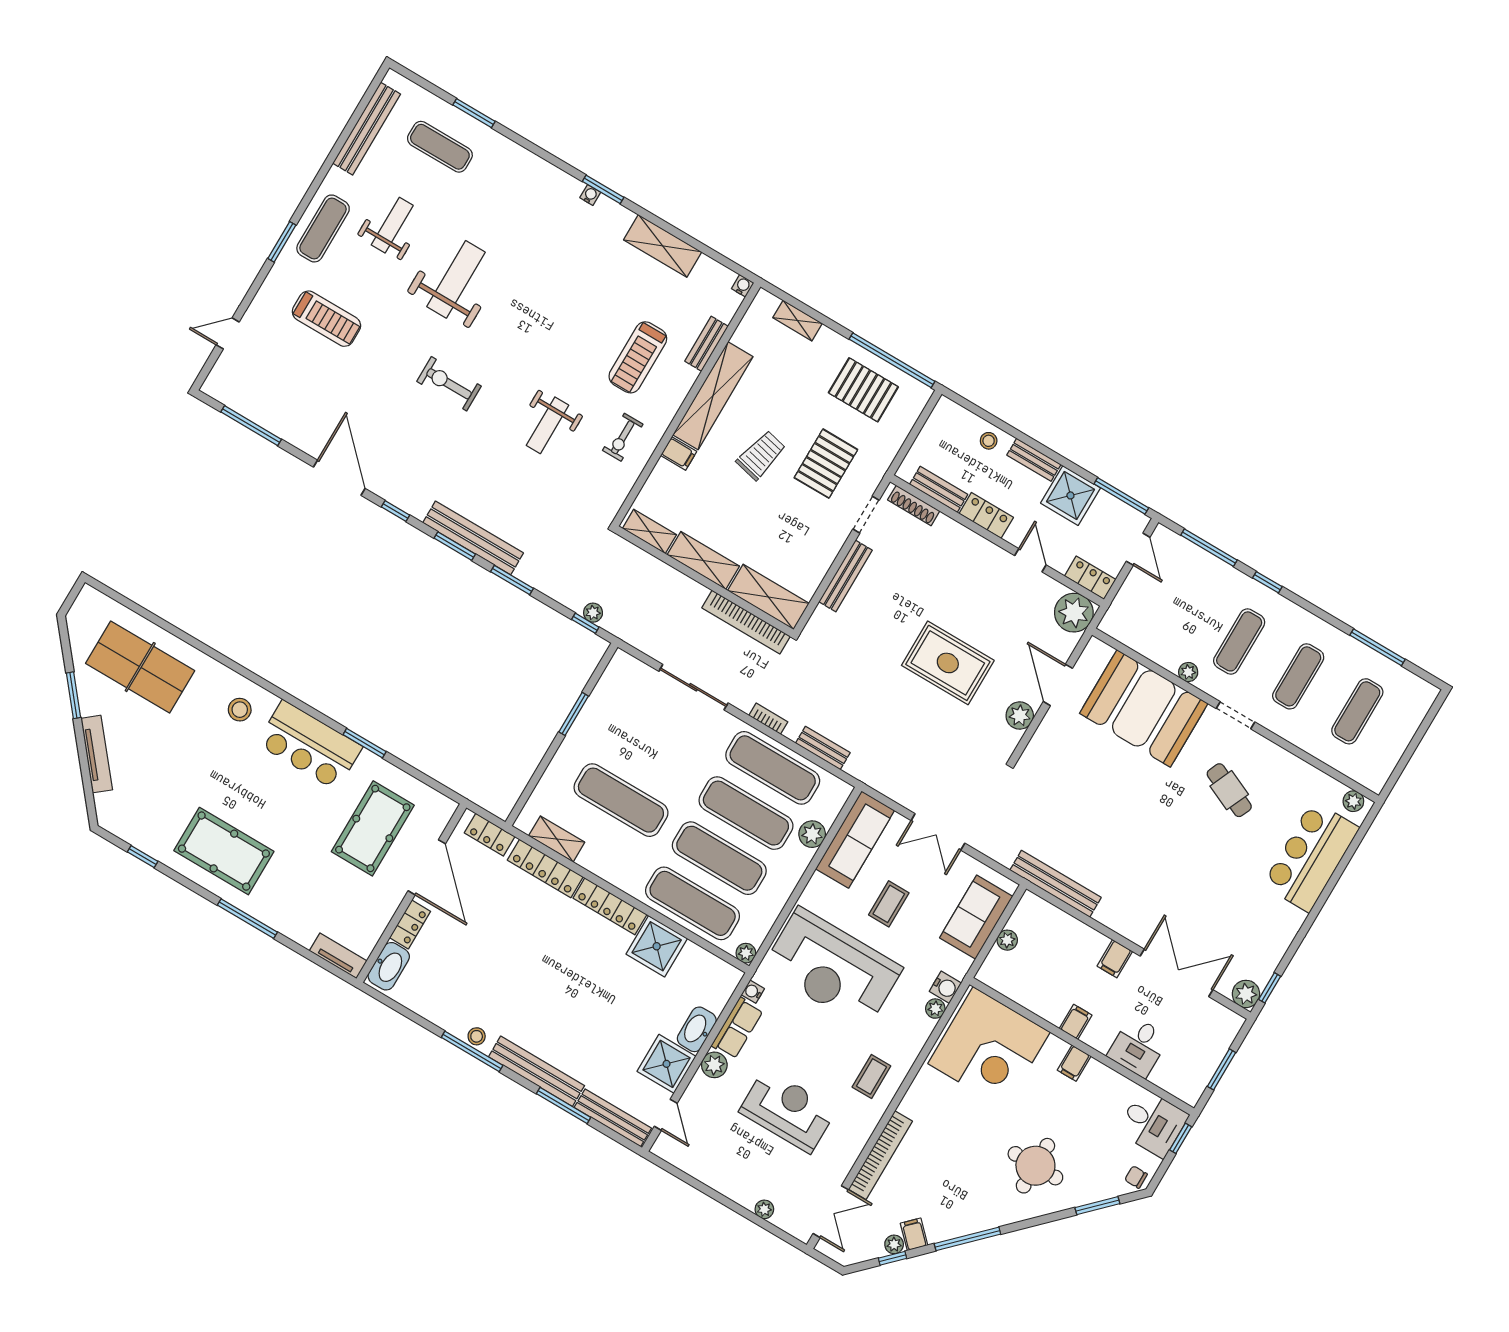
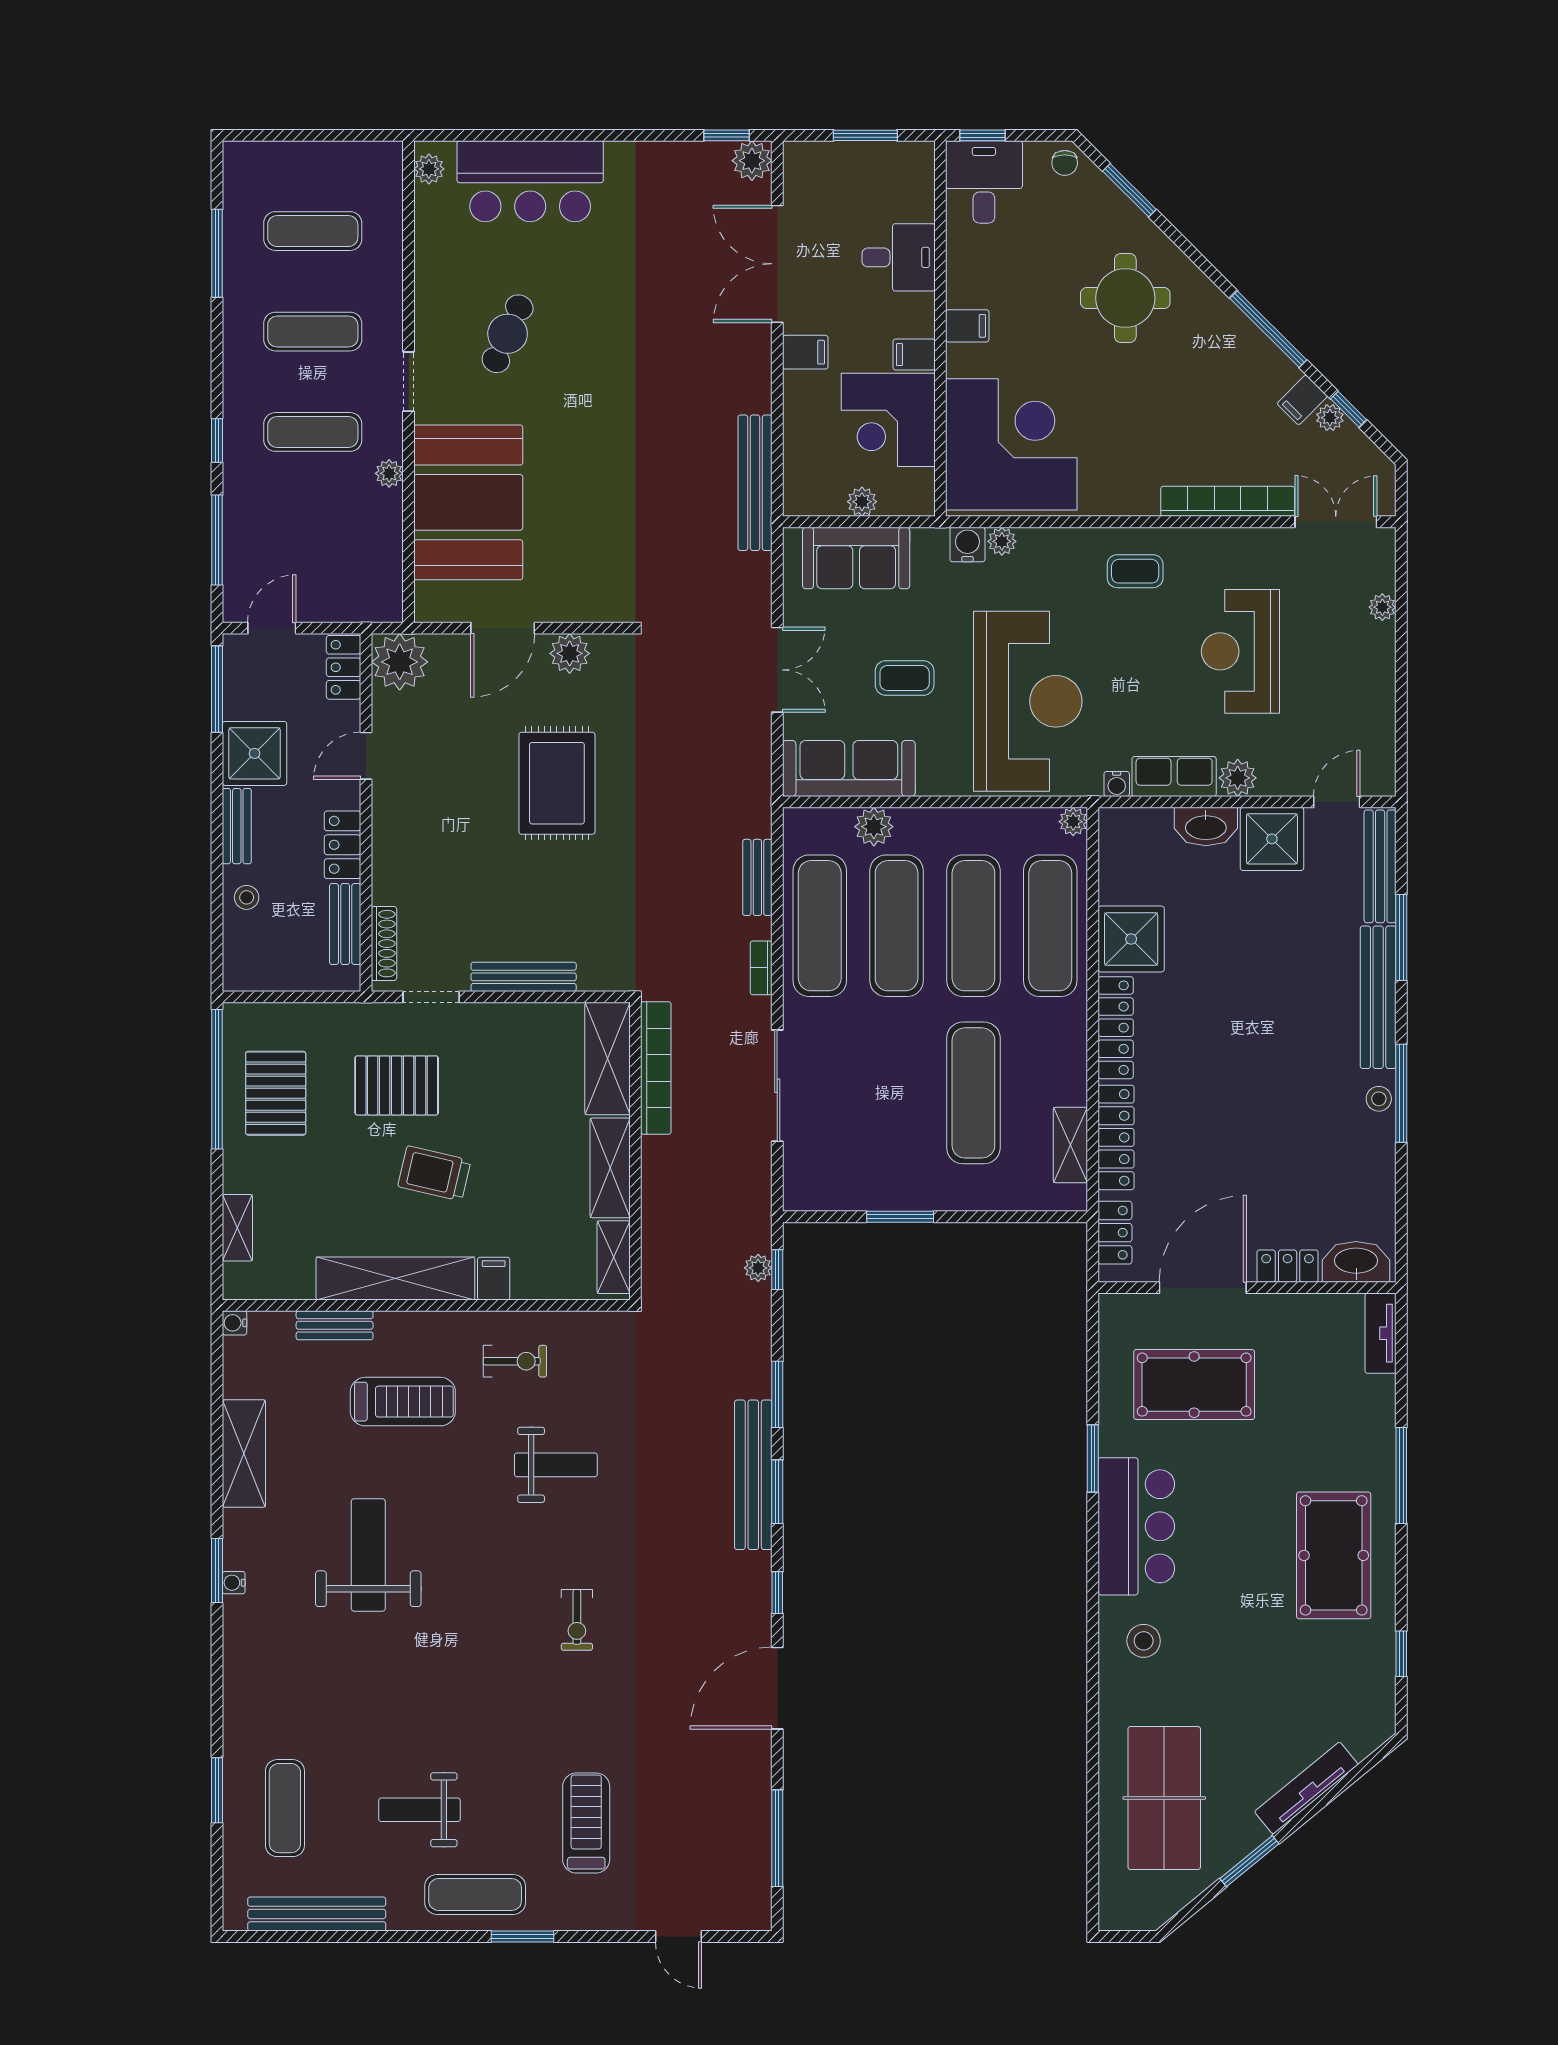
weight bench: (456, 279) -> (368, 1555), moved, turned 90
exercise bike: (449, 384) -> (577, 1620), width x0.73, depth x0.72
corner desk: (1046, 984) -> (888, 420), added

